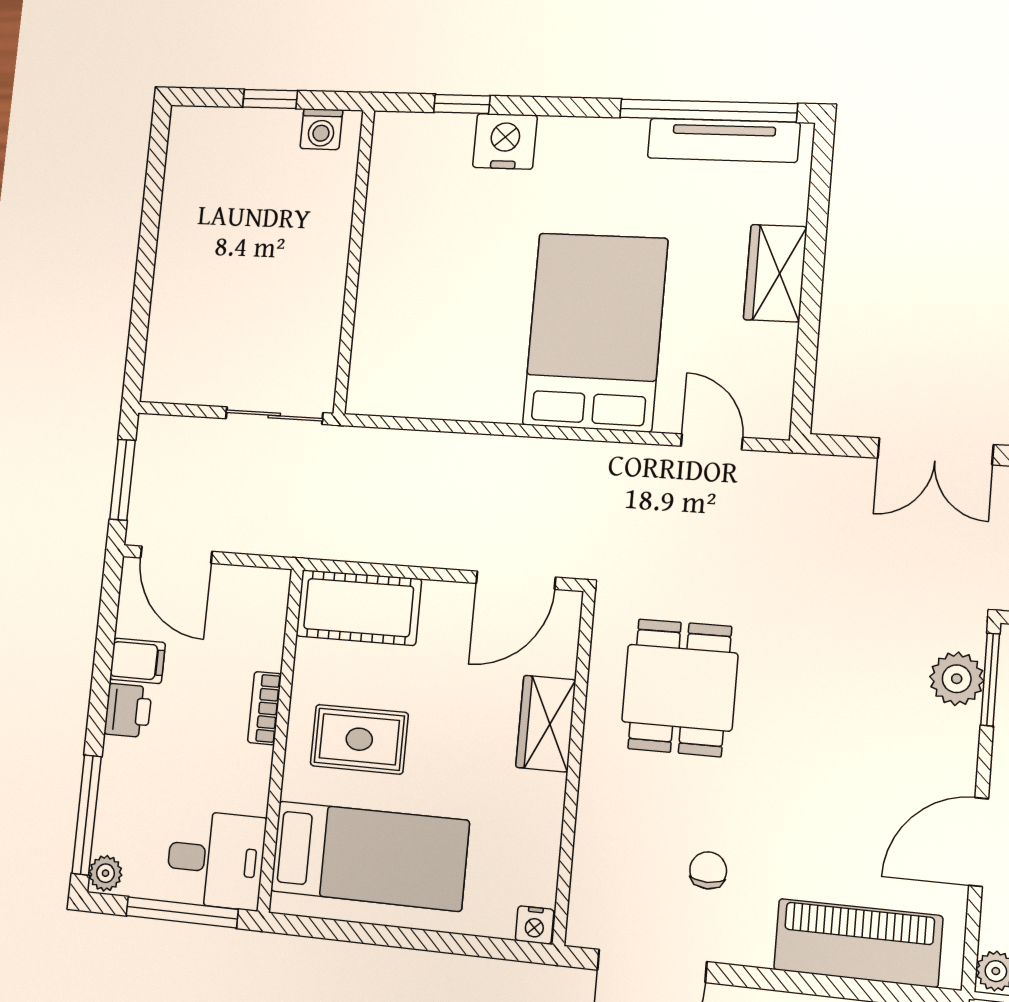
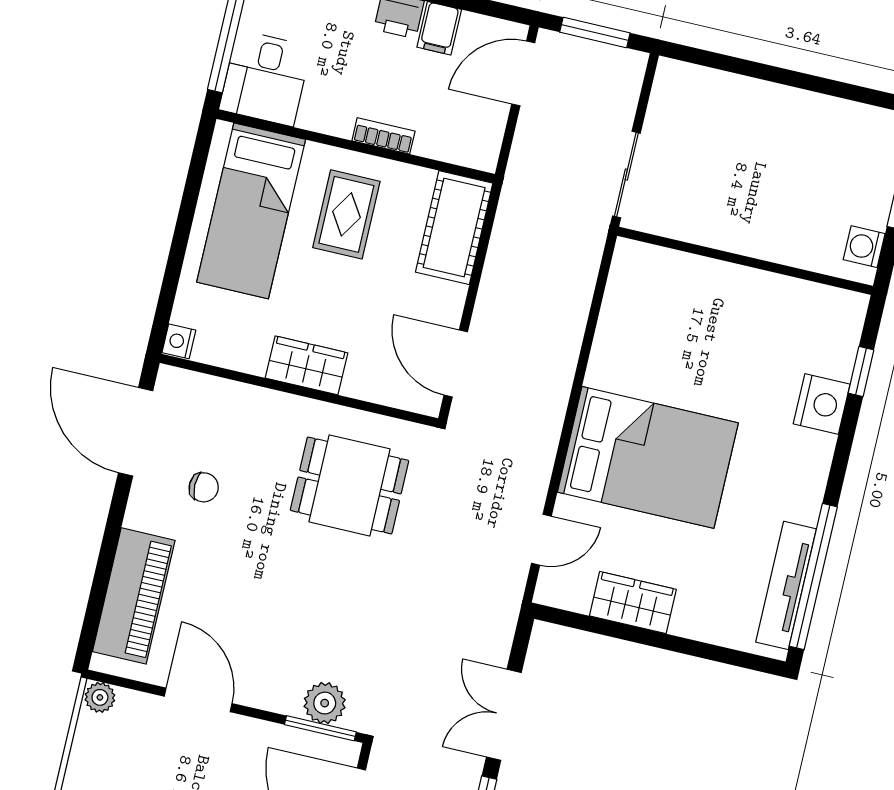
wardrobe: (775, 273) -> (633, 603), moved
wardrobe: (546, 724) -> (306, 365), moved

